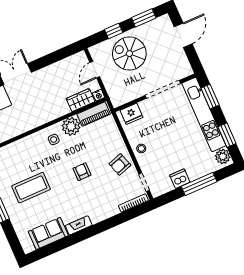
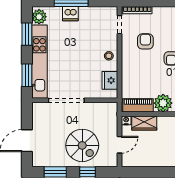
fridge: (132, 114) -> (110, 80), moved, turned -90
armchair: (120, 165) -> (145, 41), moved, turned -72
dishwasher: (180, 179) -> (70, 14), moved

